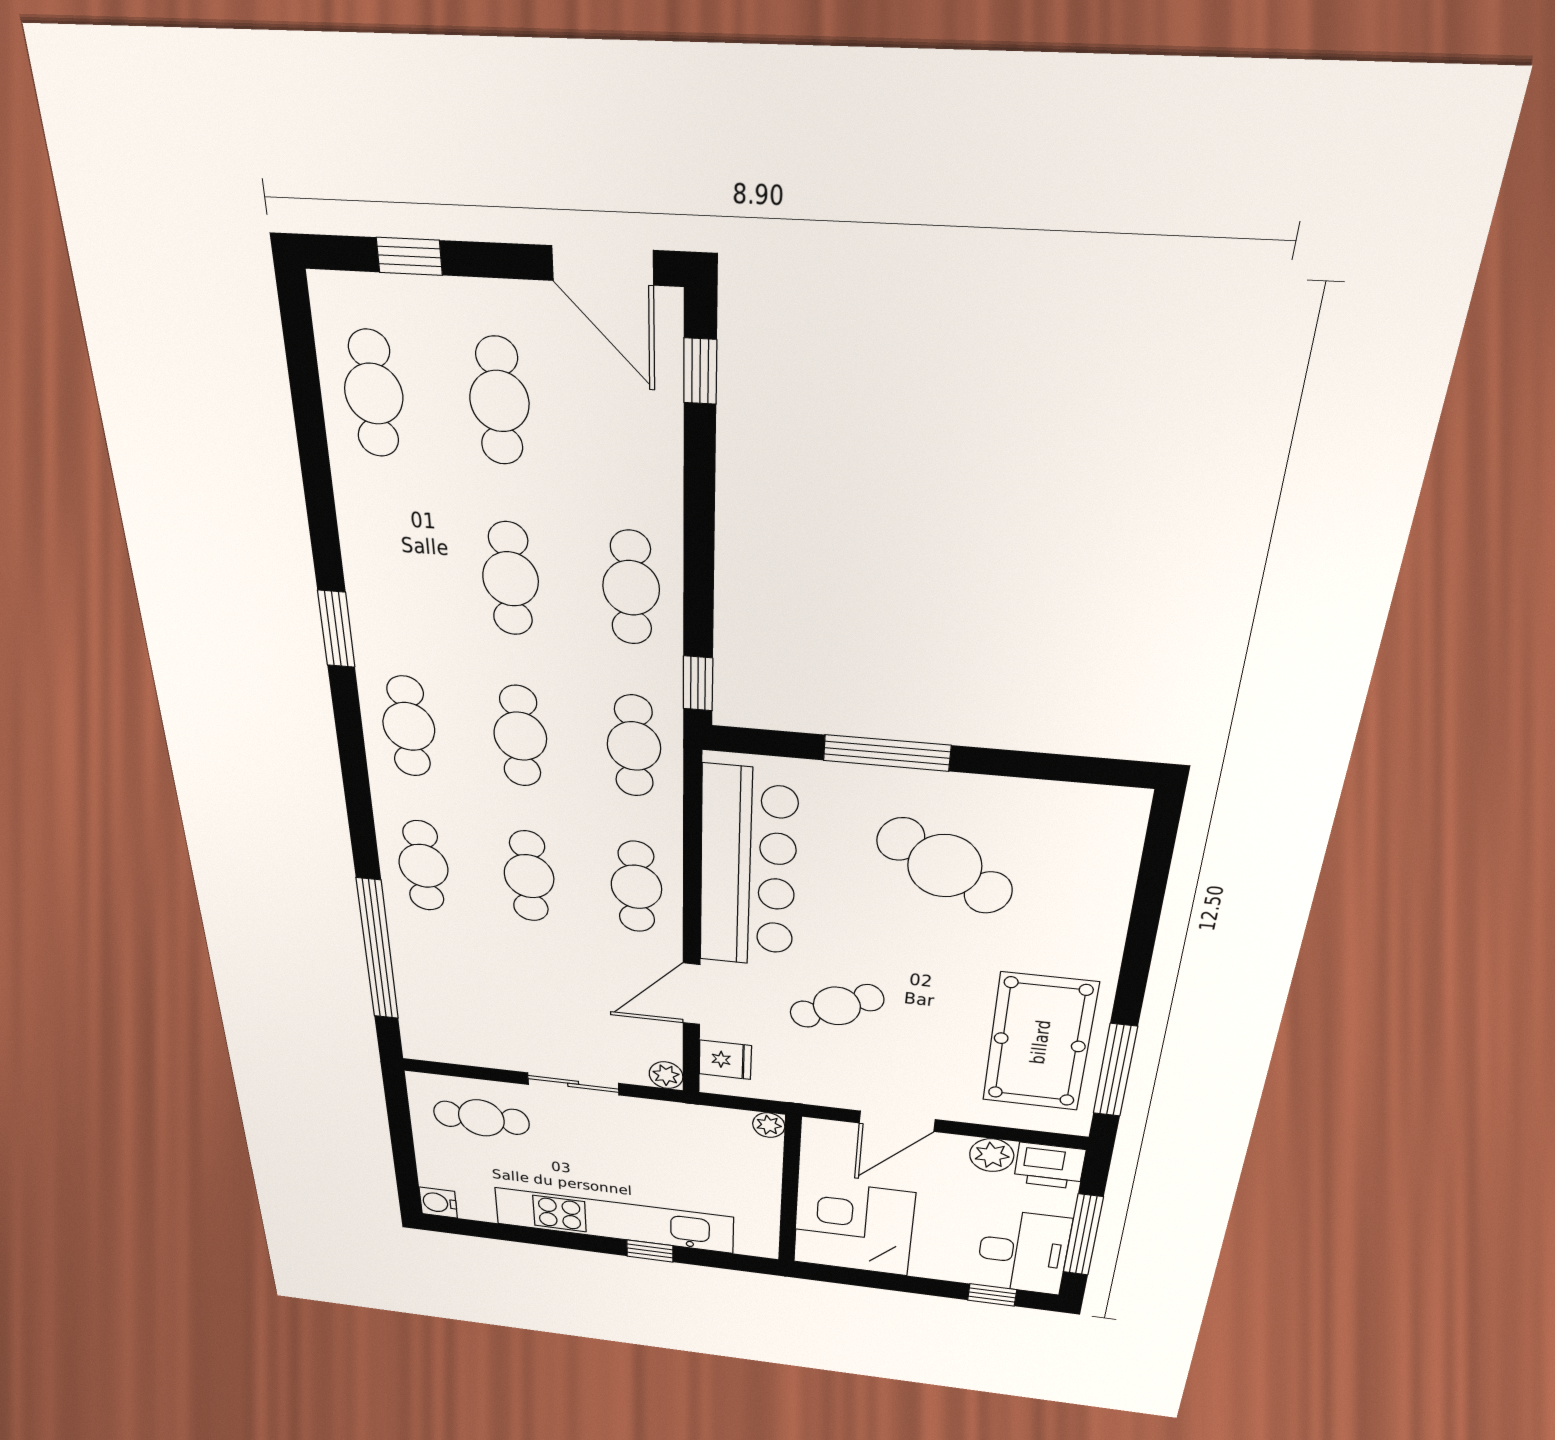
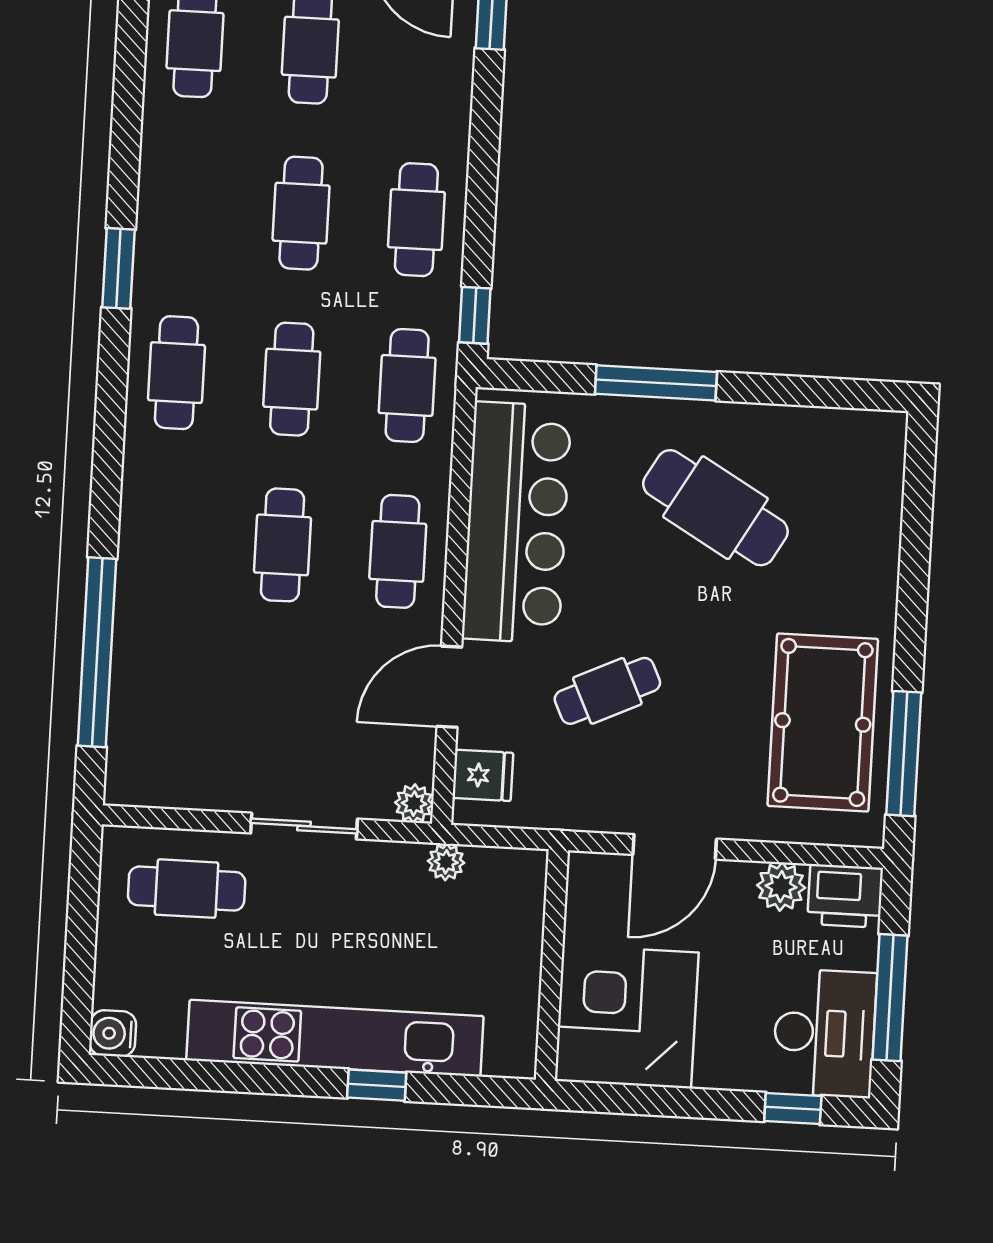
cafe table: (423, 866) -> (167, 539), removed
plant: (769, 1125) -> (446, 862), moved

